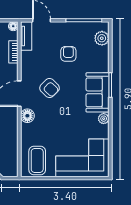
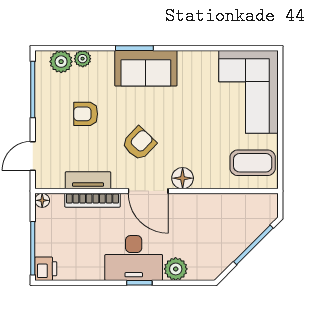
tv unit: (26, 36) -> (88, 180), moved
bookcase: (13, 52) -> (92, 200), width x1.56
plant: (104, 119) -> (83, 59), moved

